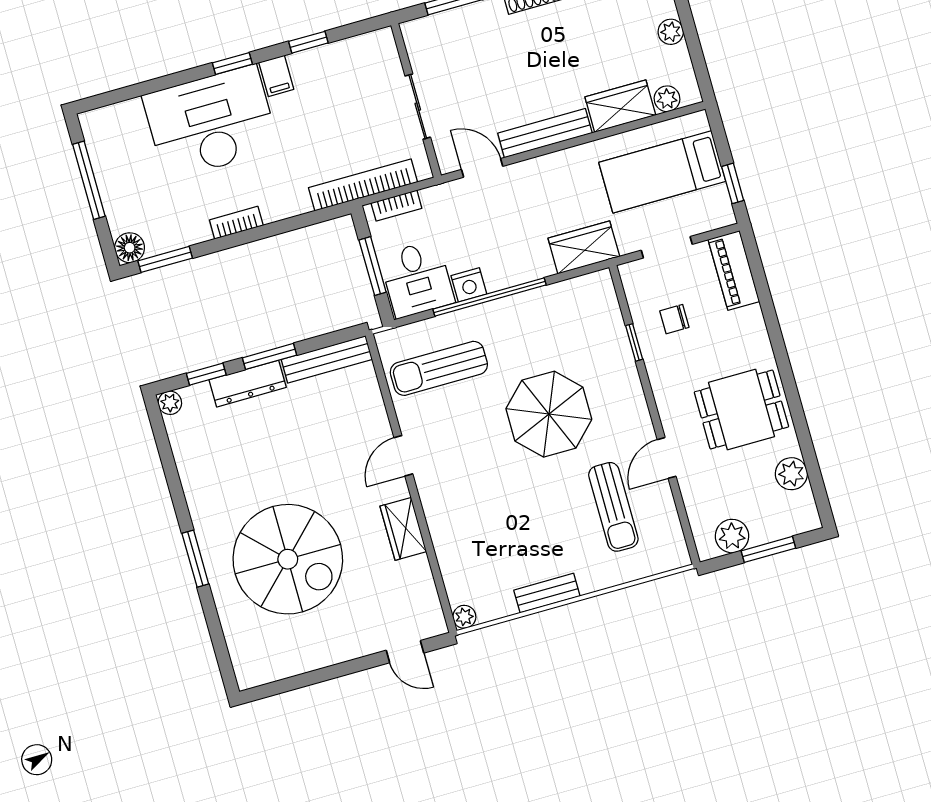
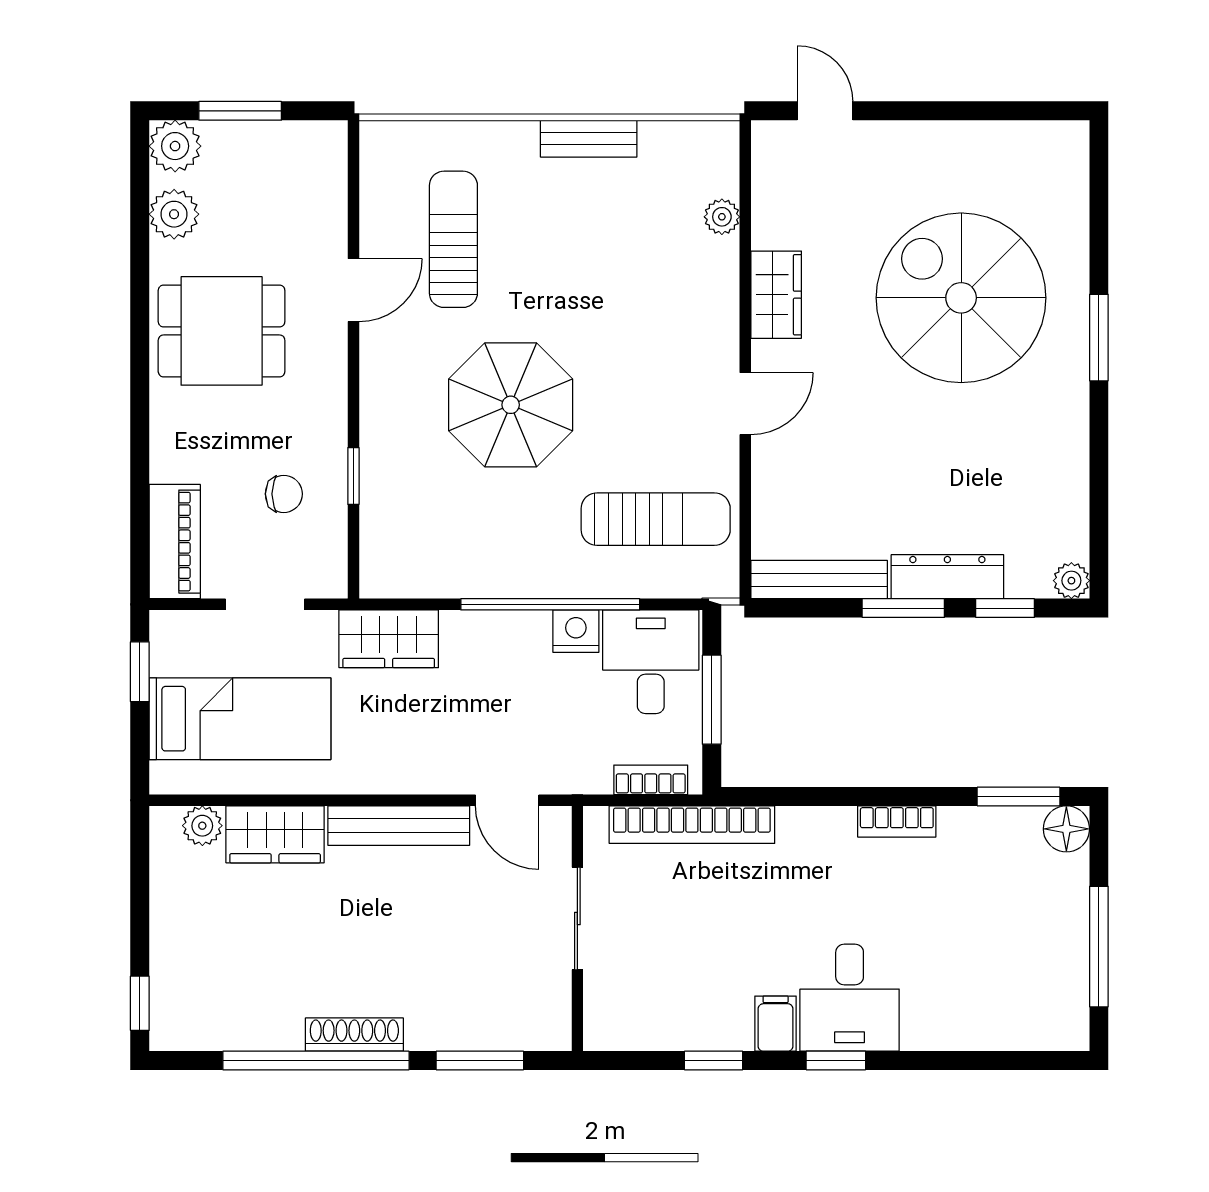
plant: (671, 32) -> (169, 924), removed
desk: (211, 122) -> (850, 998), width x0.53, depth x0.77
plant: (732, 536) -> (175, 146), moved
plant: (464, 617) -> (722, 217), moved

